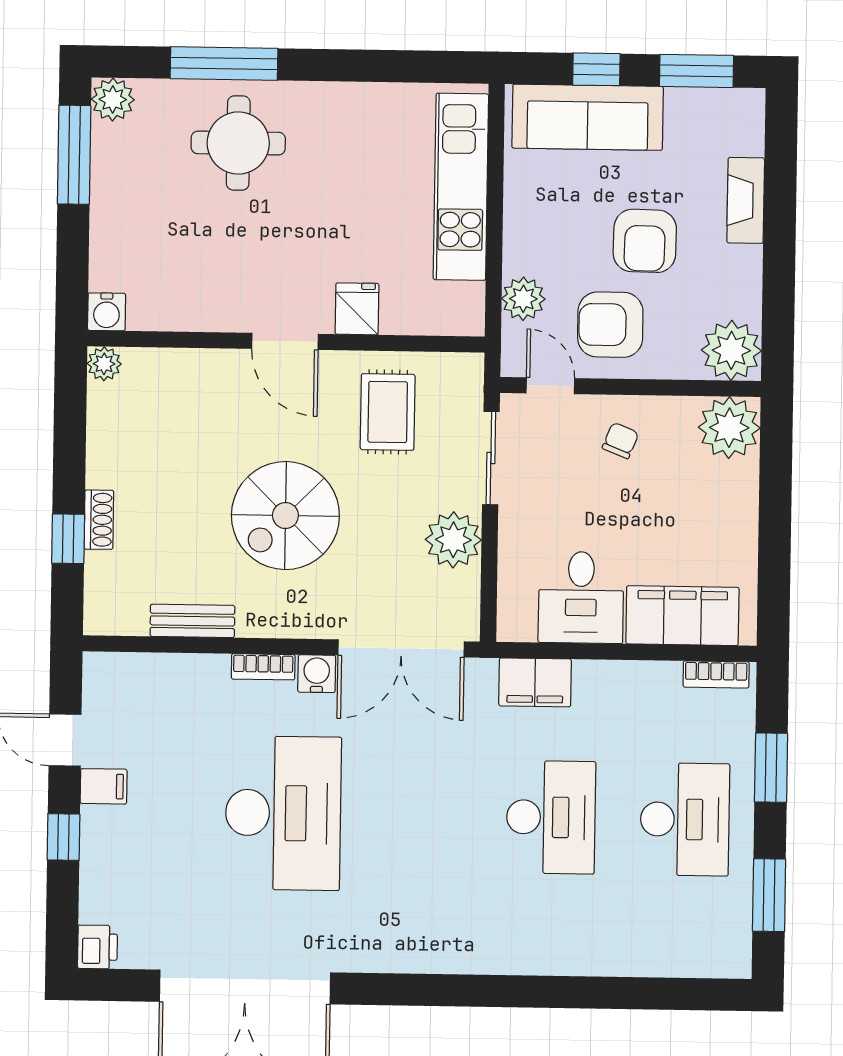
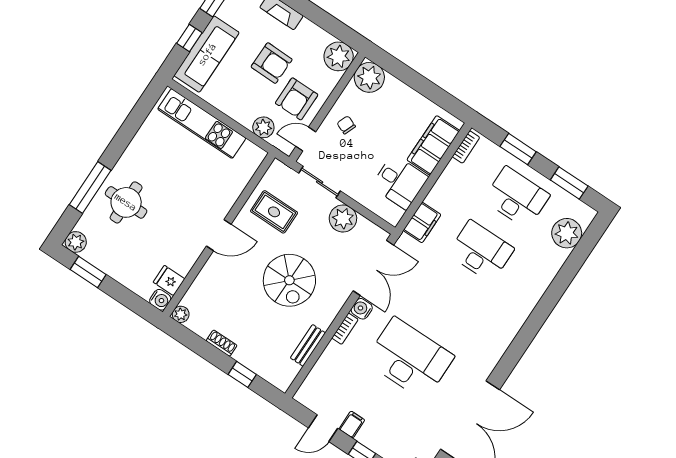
window: (74, 155) -> (88, 272), width x0.69
fridge: (357, 309) -> (169, 280), moved
shoe rack: (99, 520) -> (222, 343), moved
plant: (679, 947) -> (567, 233), added

